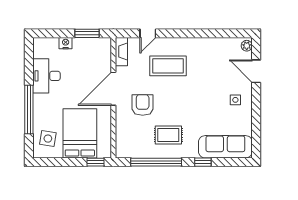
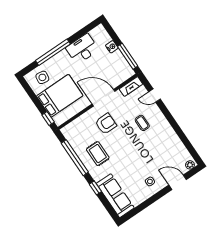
window: (87, 33) -> (128, 56), width x1.44
coffee table: (168, 66) -> (142, 123), width x0.54, depth x0.58
door: (256, 71) -> (178, 182), hinge flipped

